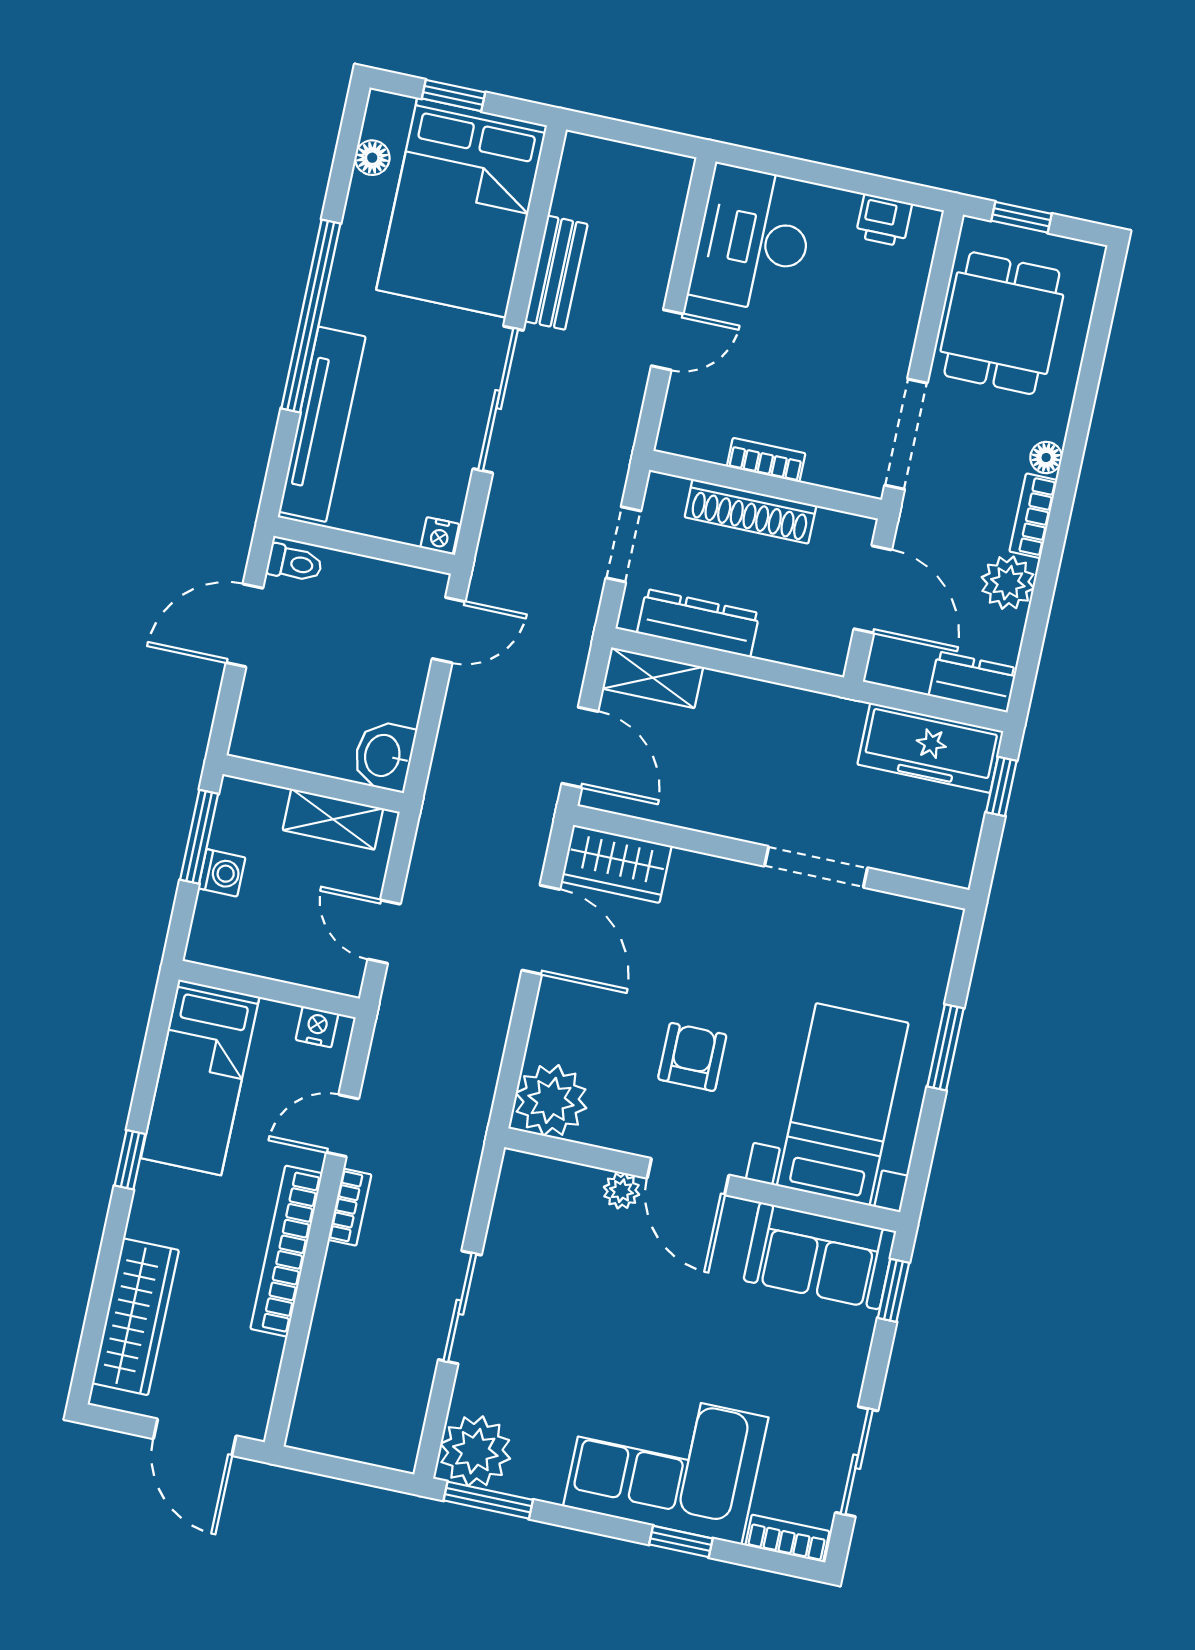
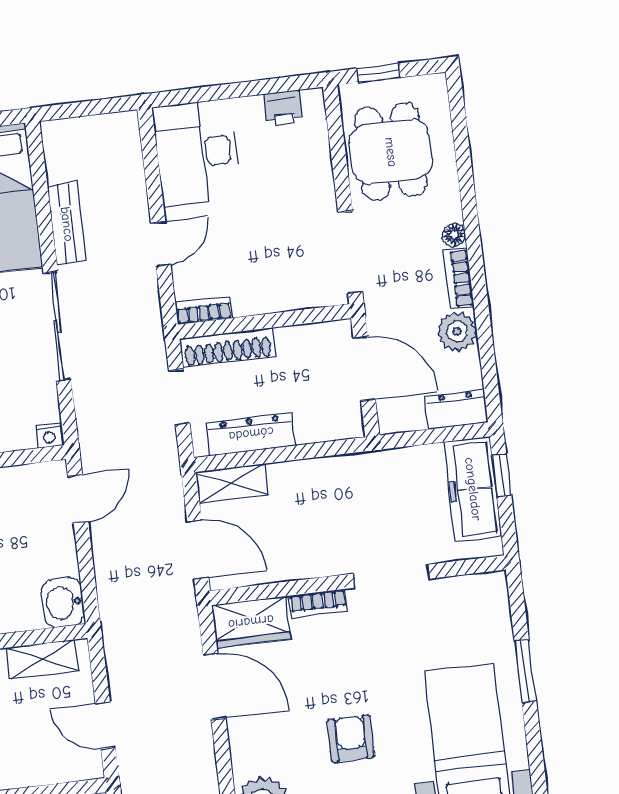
bookcase: (766, 460) -> (204, 311), moved
shoe rack: (750, 511) -> (228, 348), moved
freezer: (930, 748) -> (473, 489), moved, turned 90
bookcase: (710, 870) -> (318, 604), added

